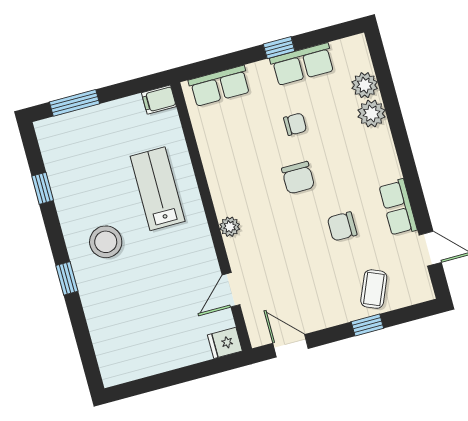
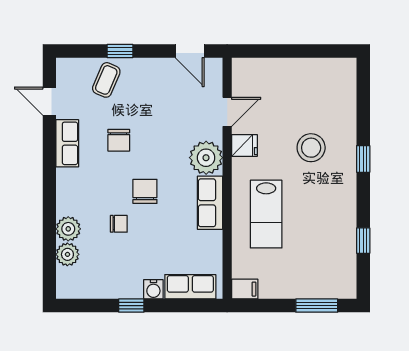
row of seats: (302, 64) -> (210, 203), moved, turned -90
water cooler: (260, 72) -> (153, 289), added
chair: (295, 124) -> (119, 224), moved, turned 180
chair: (342, 226) -> (119, 140), turned 90
plant: (230, 227) -> (206, 158), width x1.87, depth x1.87
stool: (106, 242) -> (311, 148), moved
fridge: (225, 343) -> (244, 145), moved

